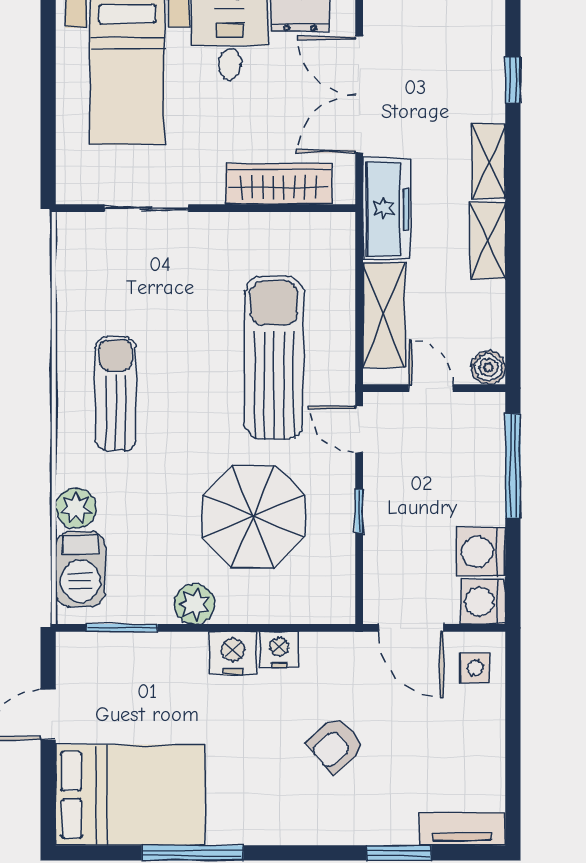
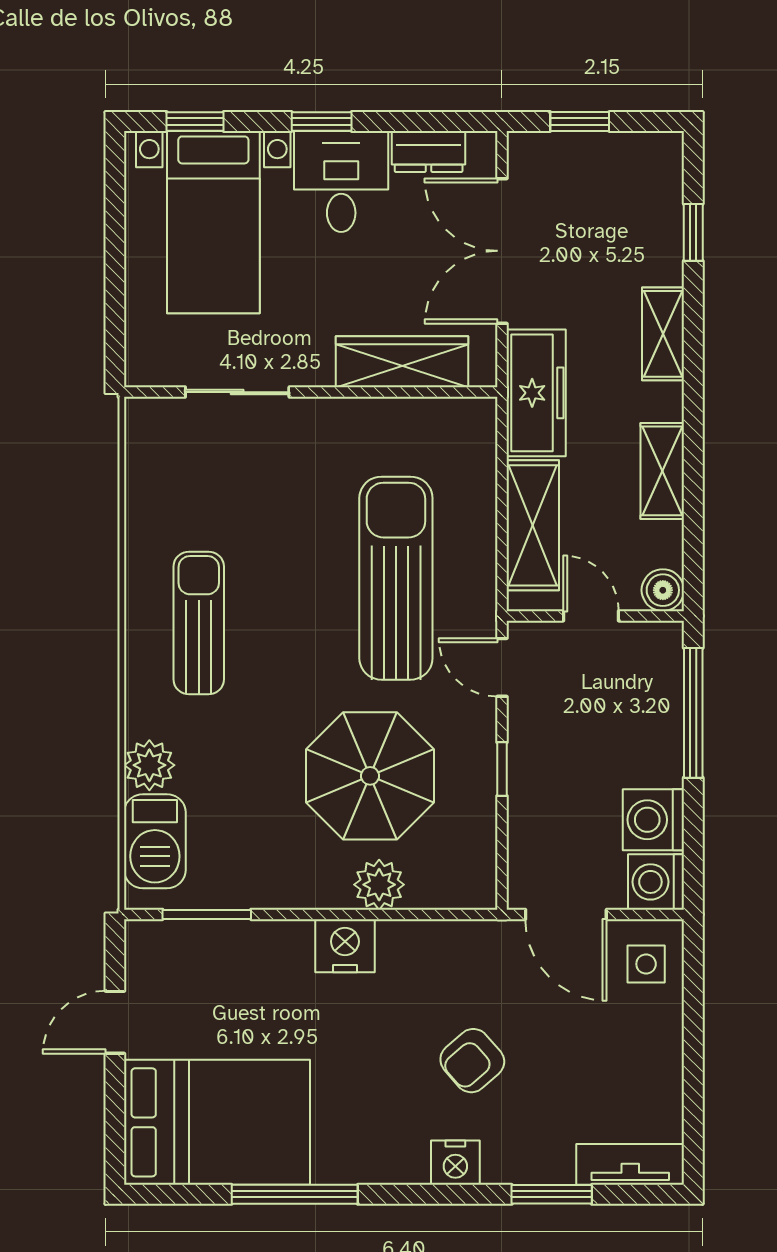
shelving: (488, 240) -> (662, 471), moved
plant: (194, 604) -> (379, 885), moved
nightstand: (279, 650) -> (455, 1163), moved, turned 180

